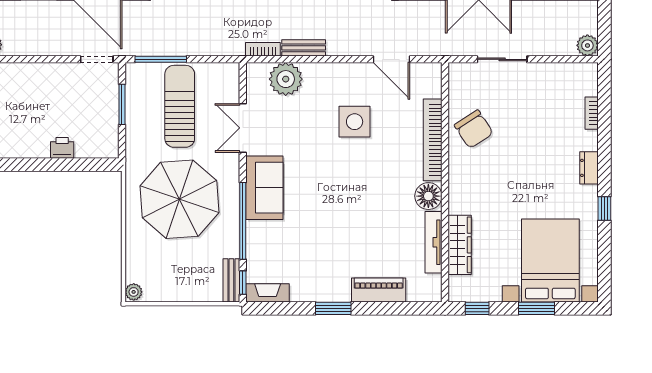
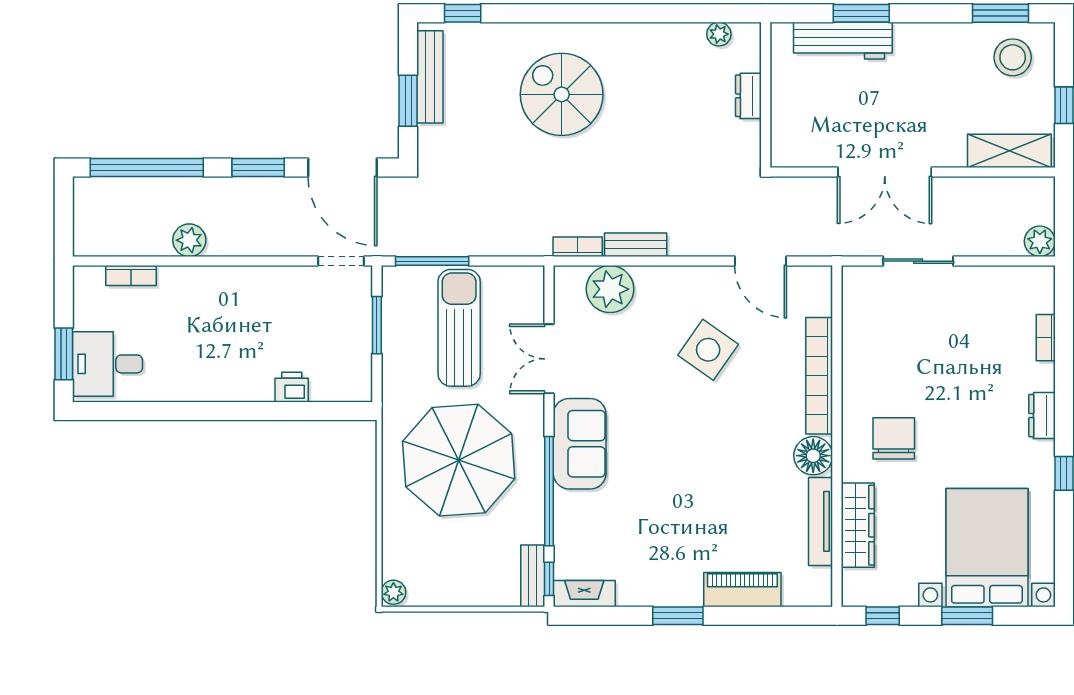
side table: (355, 122) -> (708, 350), turned 35
chair: (474, 129) -> (894, 438), moved, turned -147

